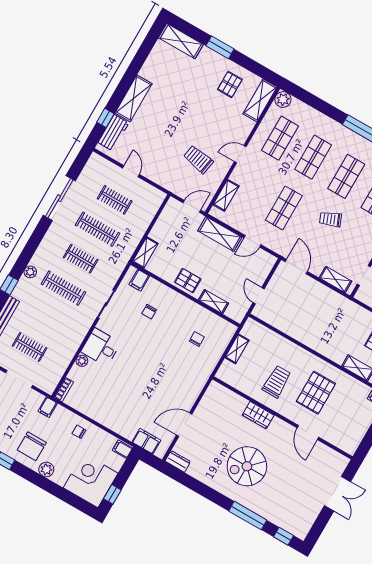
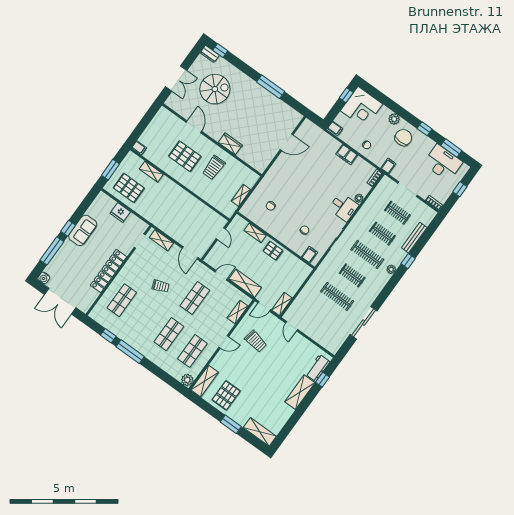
pallet: (230, 84) -> (226, 395), width x1.50, depth x1.42
door: (131, 171) -> (292, 326), moved
shop shelf: (346, 176) -> (145, 317), removed
clothes rail: (115, 200) -> (382, 234), moved
shelving: (145, 253) -> (282, 304), moved
pallet: (316, 393) -> (185, 156), turned 90
filing cabinet: (146, 441) -> (347, 154), moved
dresser: (178, 461) -> (210, 54), moved
spiral stairs: (247, 466) -> (215, 89), moved
double door: (338, 494) -> (176, 78), swing flipped
window: (248, 516) -> (271, 87), moved

